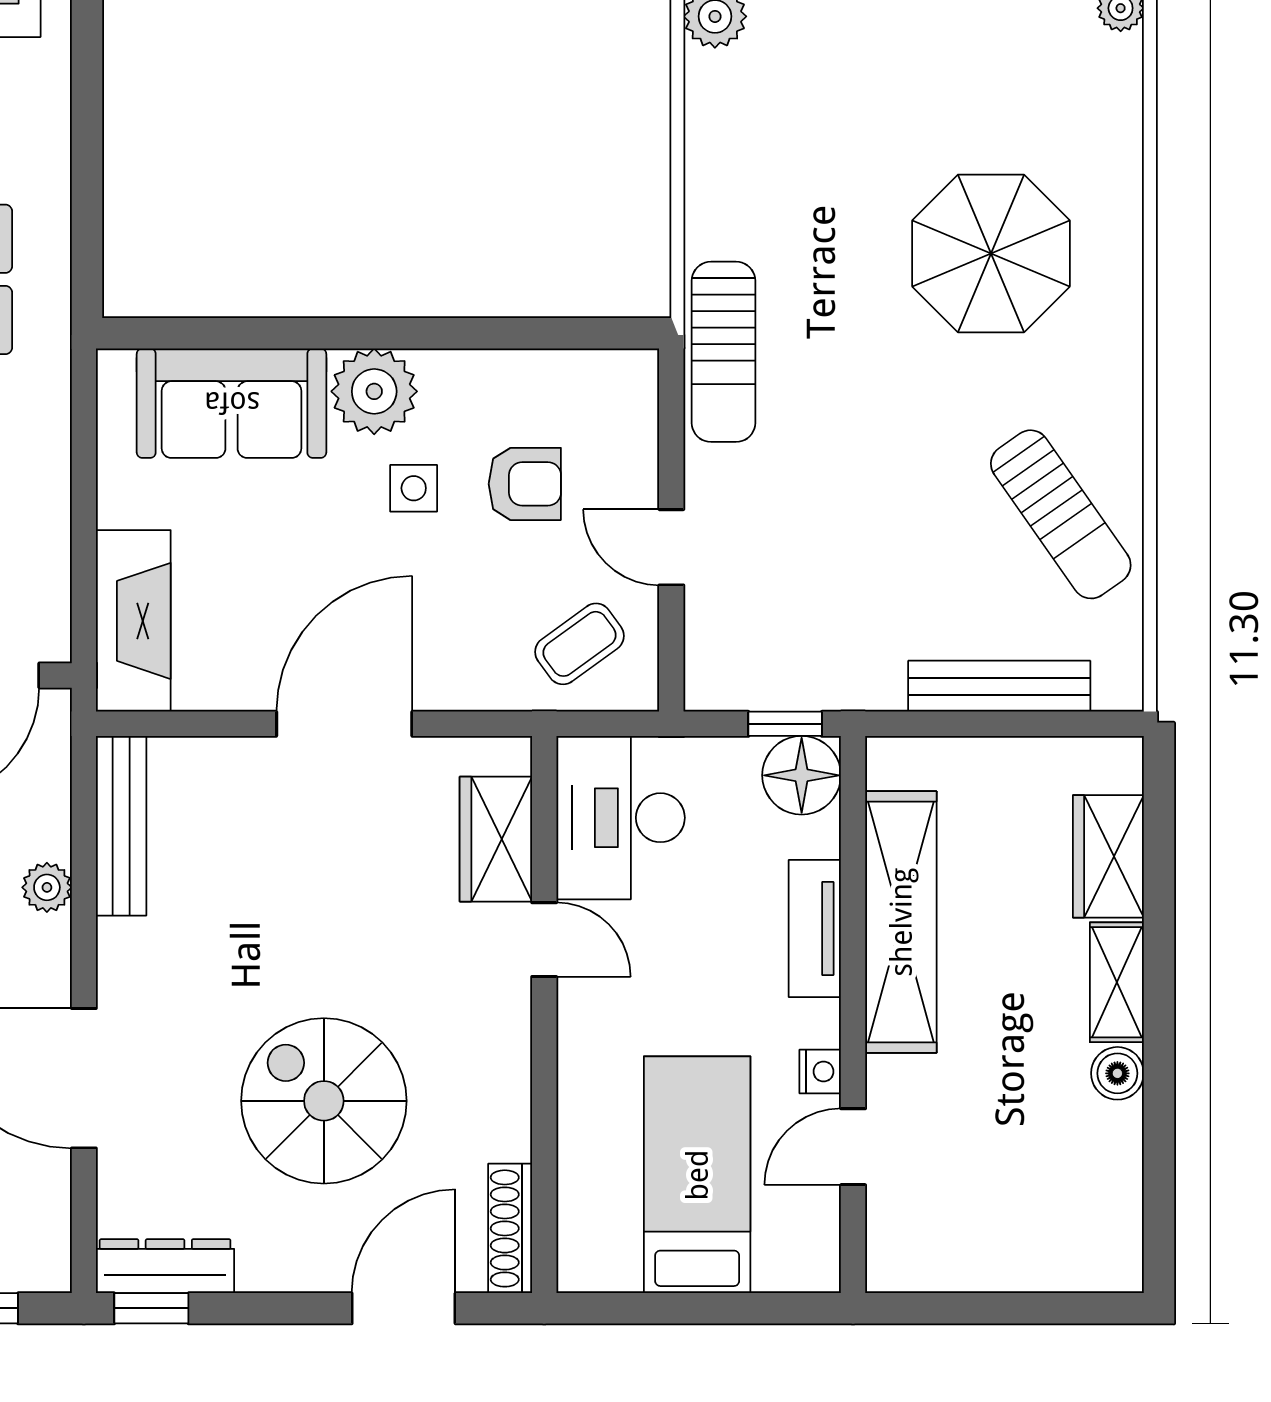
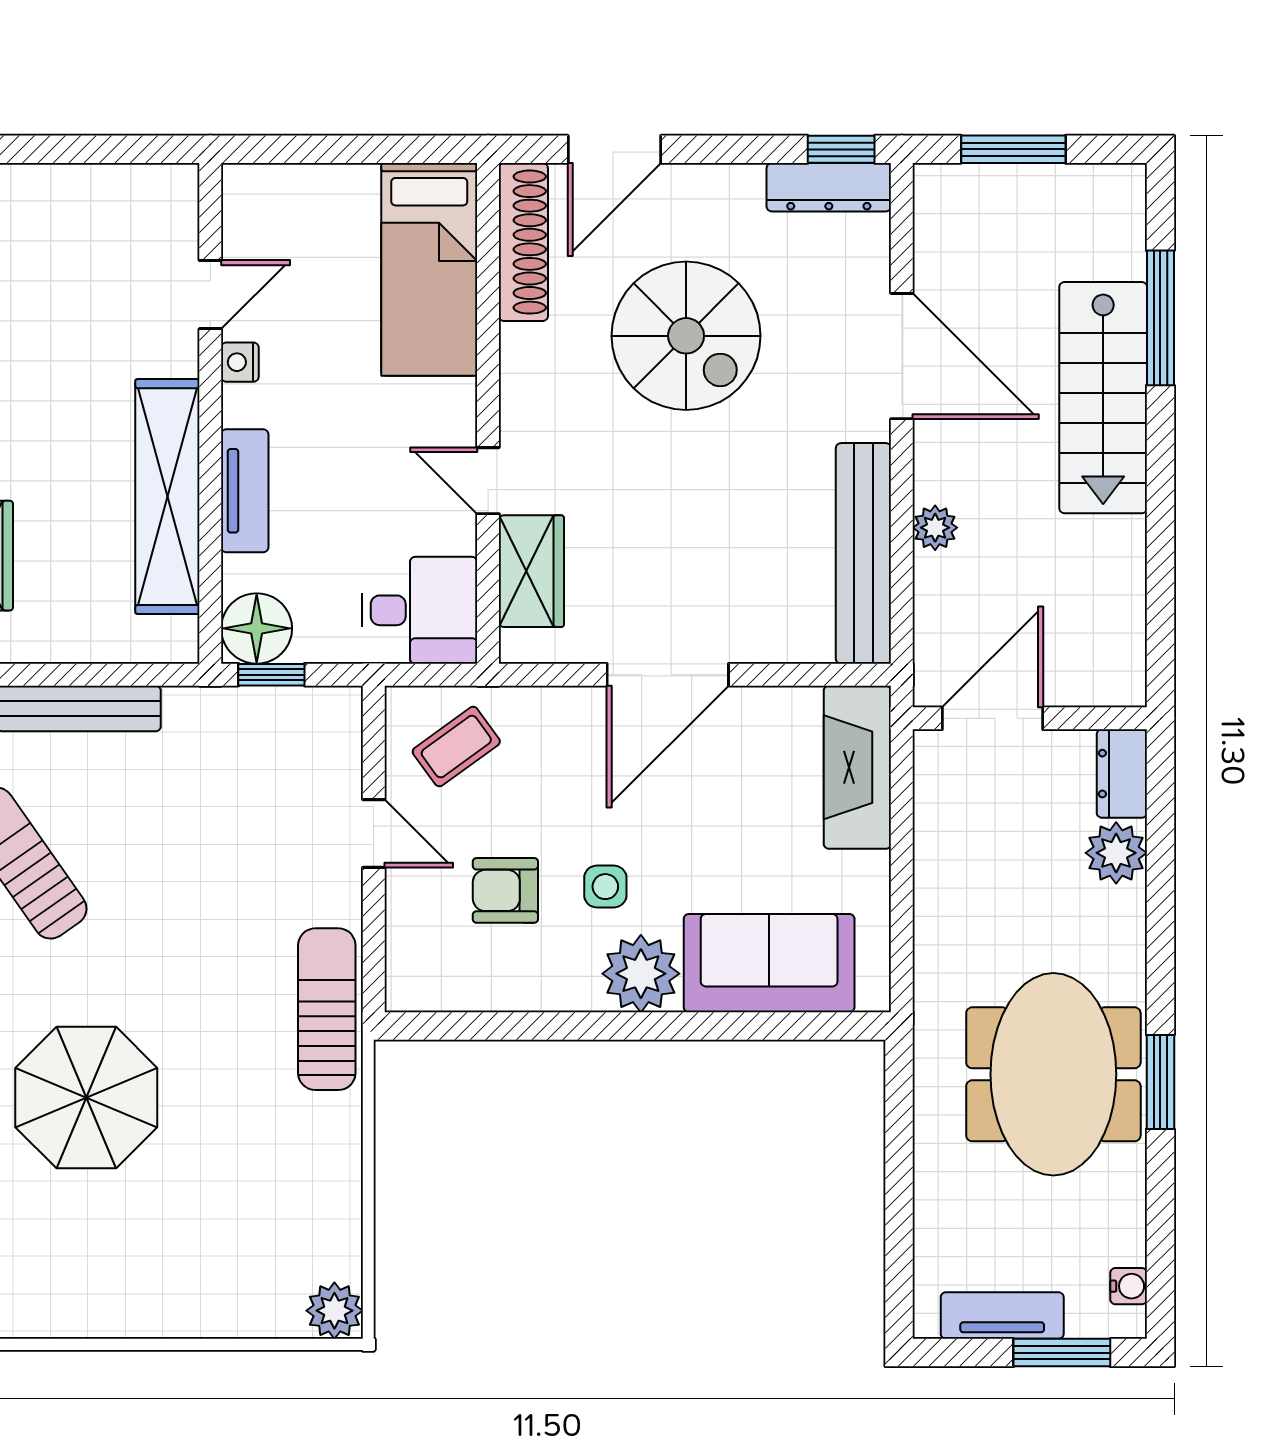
desk: (621, 818) -> (419, 610), width x0.73
bench: (121, 826) -> (863, 553), width x1.37, depth x1.21
bed: (697, 1175) -> (429, 269), moved
shoe rack: (510, 1228) -> (523, 242), width x1.36, depth x1.24

